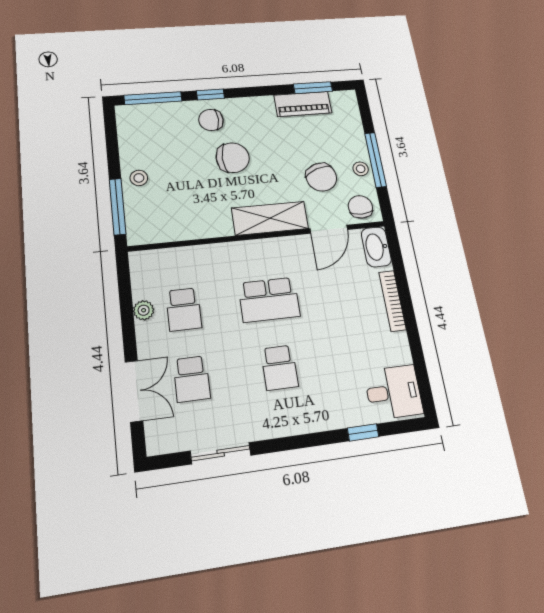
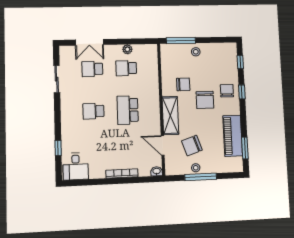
window: (153, 98) -> (240, 62), width x0.46
piano: (303, 104) -> (233, 136), width x1.37, depth x1.33
chair: (360, 207) -> (183, 84), moved
washbasin: (376, 247) -> (157, 171), width x0.52, depth x0.69

